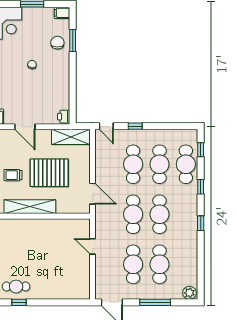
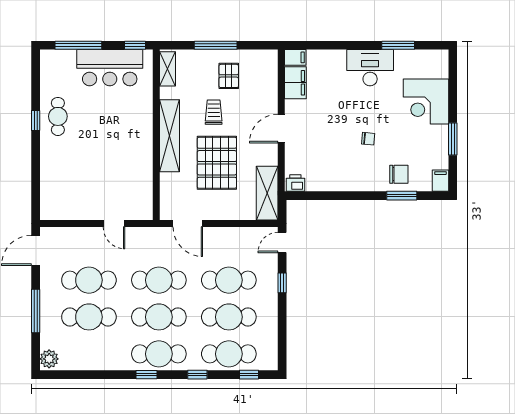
door: (93, 194) -> (188, 223), hinge flipped
cafe table: (186, 214) -> (159, 354), added
door: (93, 246) -> (114, 223), swing flipped

